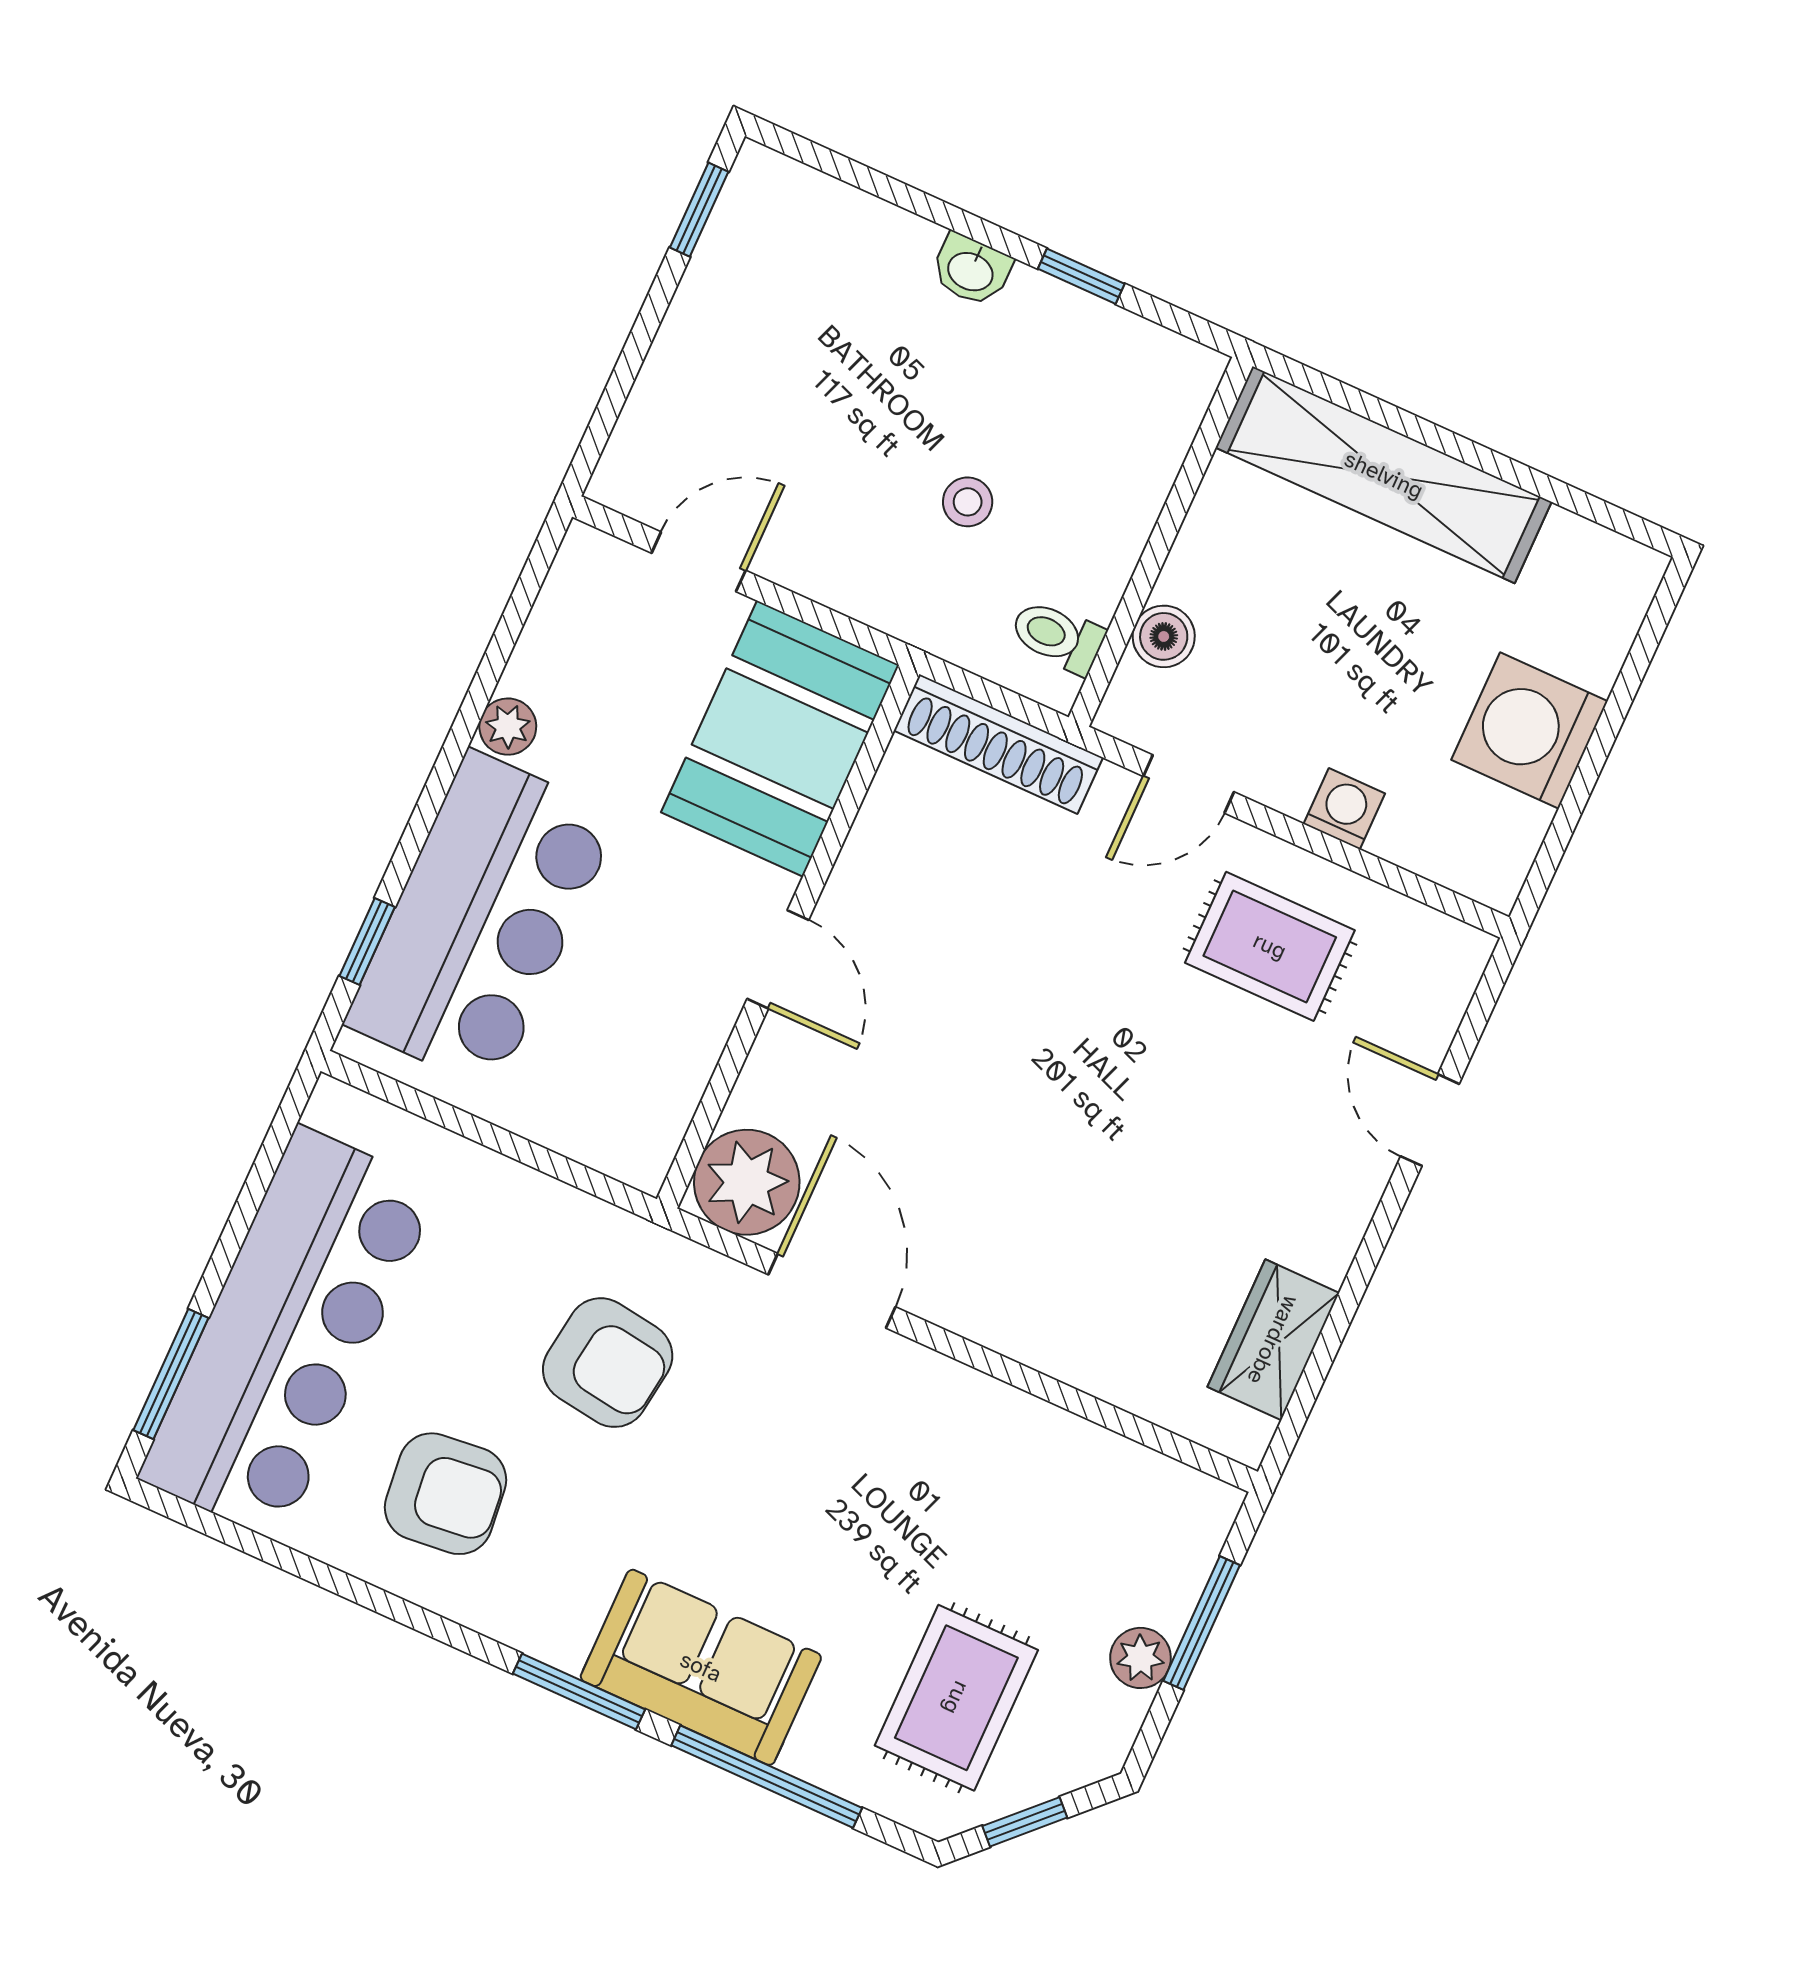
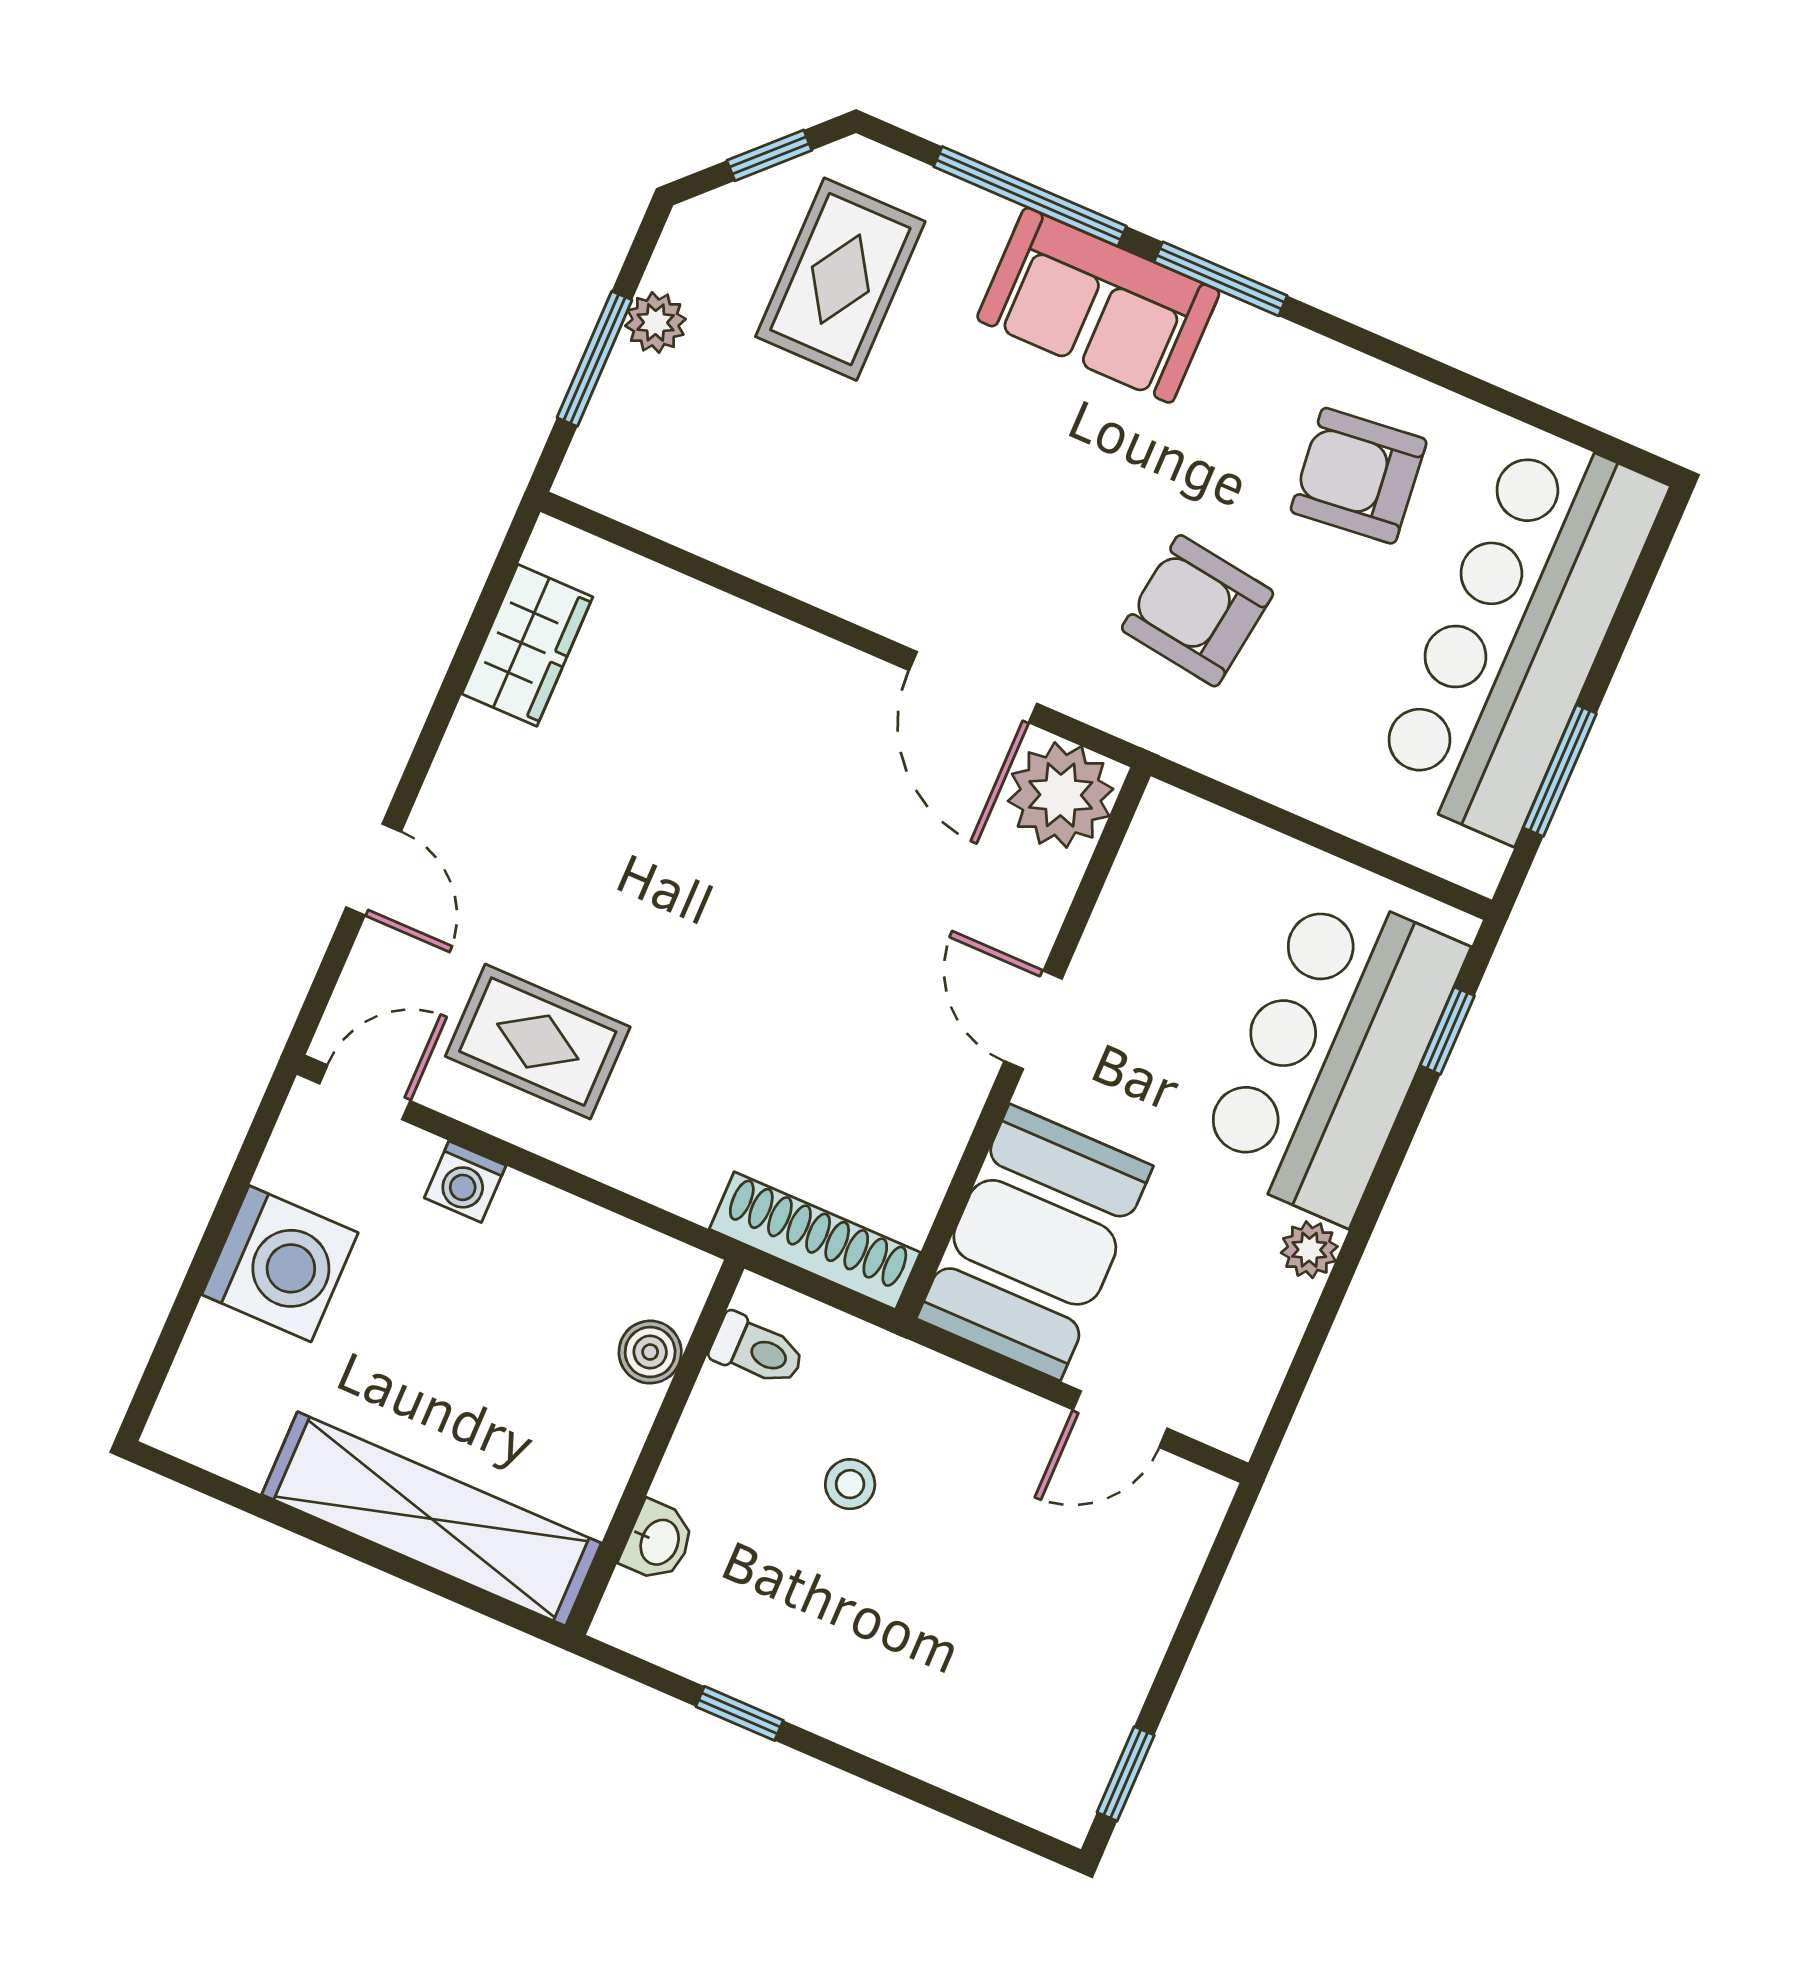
washbasin: (971, 270) -> (658, 1541), moved, turned 90
door: (1189, 784) -> (365, 1092), moved
window: (171, 1374) -> (1560, 771), moved

